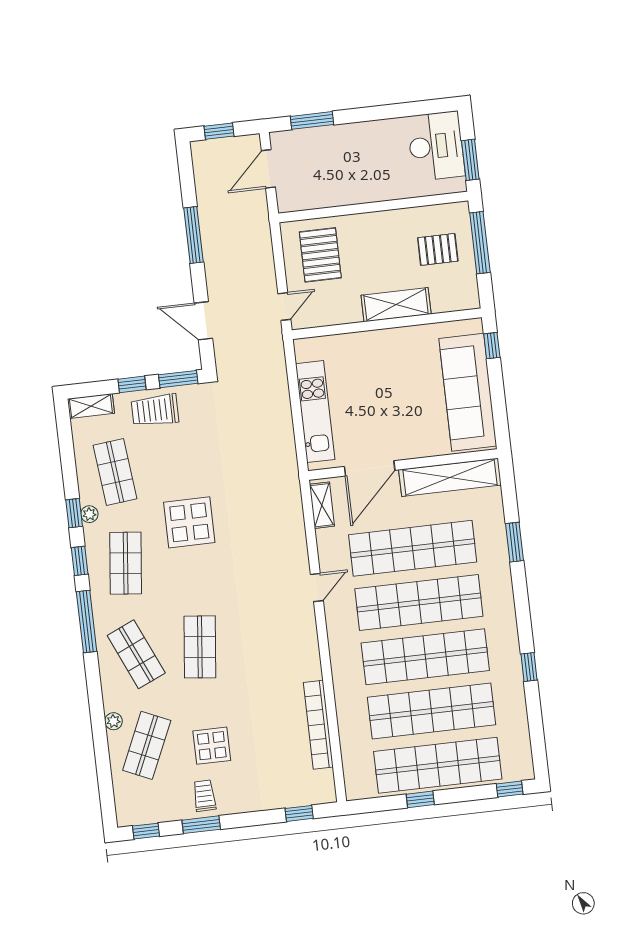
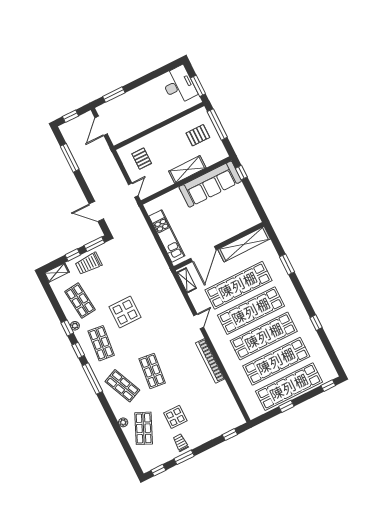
window: (194, 235) -> (70, 158), moved
pallet: (320, 255) -> (142, 159), width x0.67, depth x0.71
sofa: (468, 392) -> (210, 184), moved, turned -90
bookcase: (318, 725) -> (210, 361), moved

